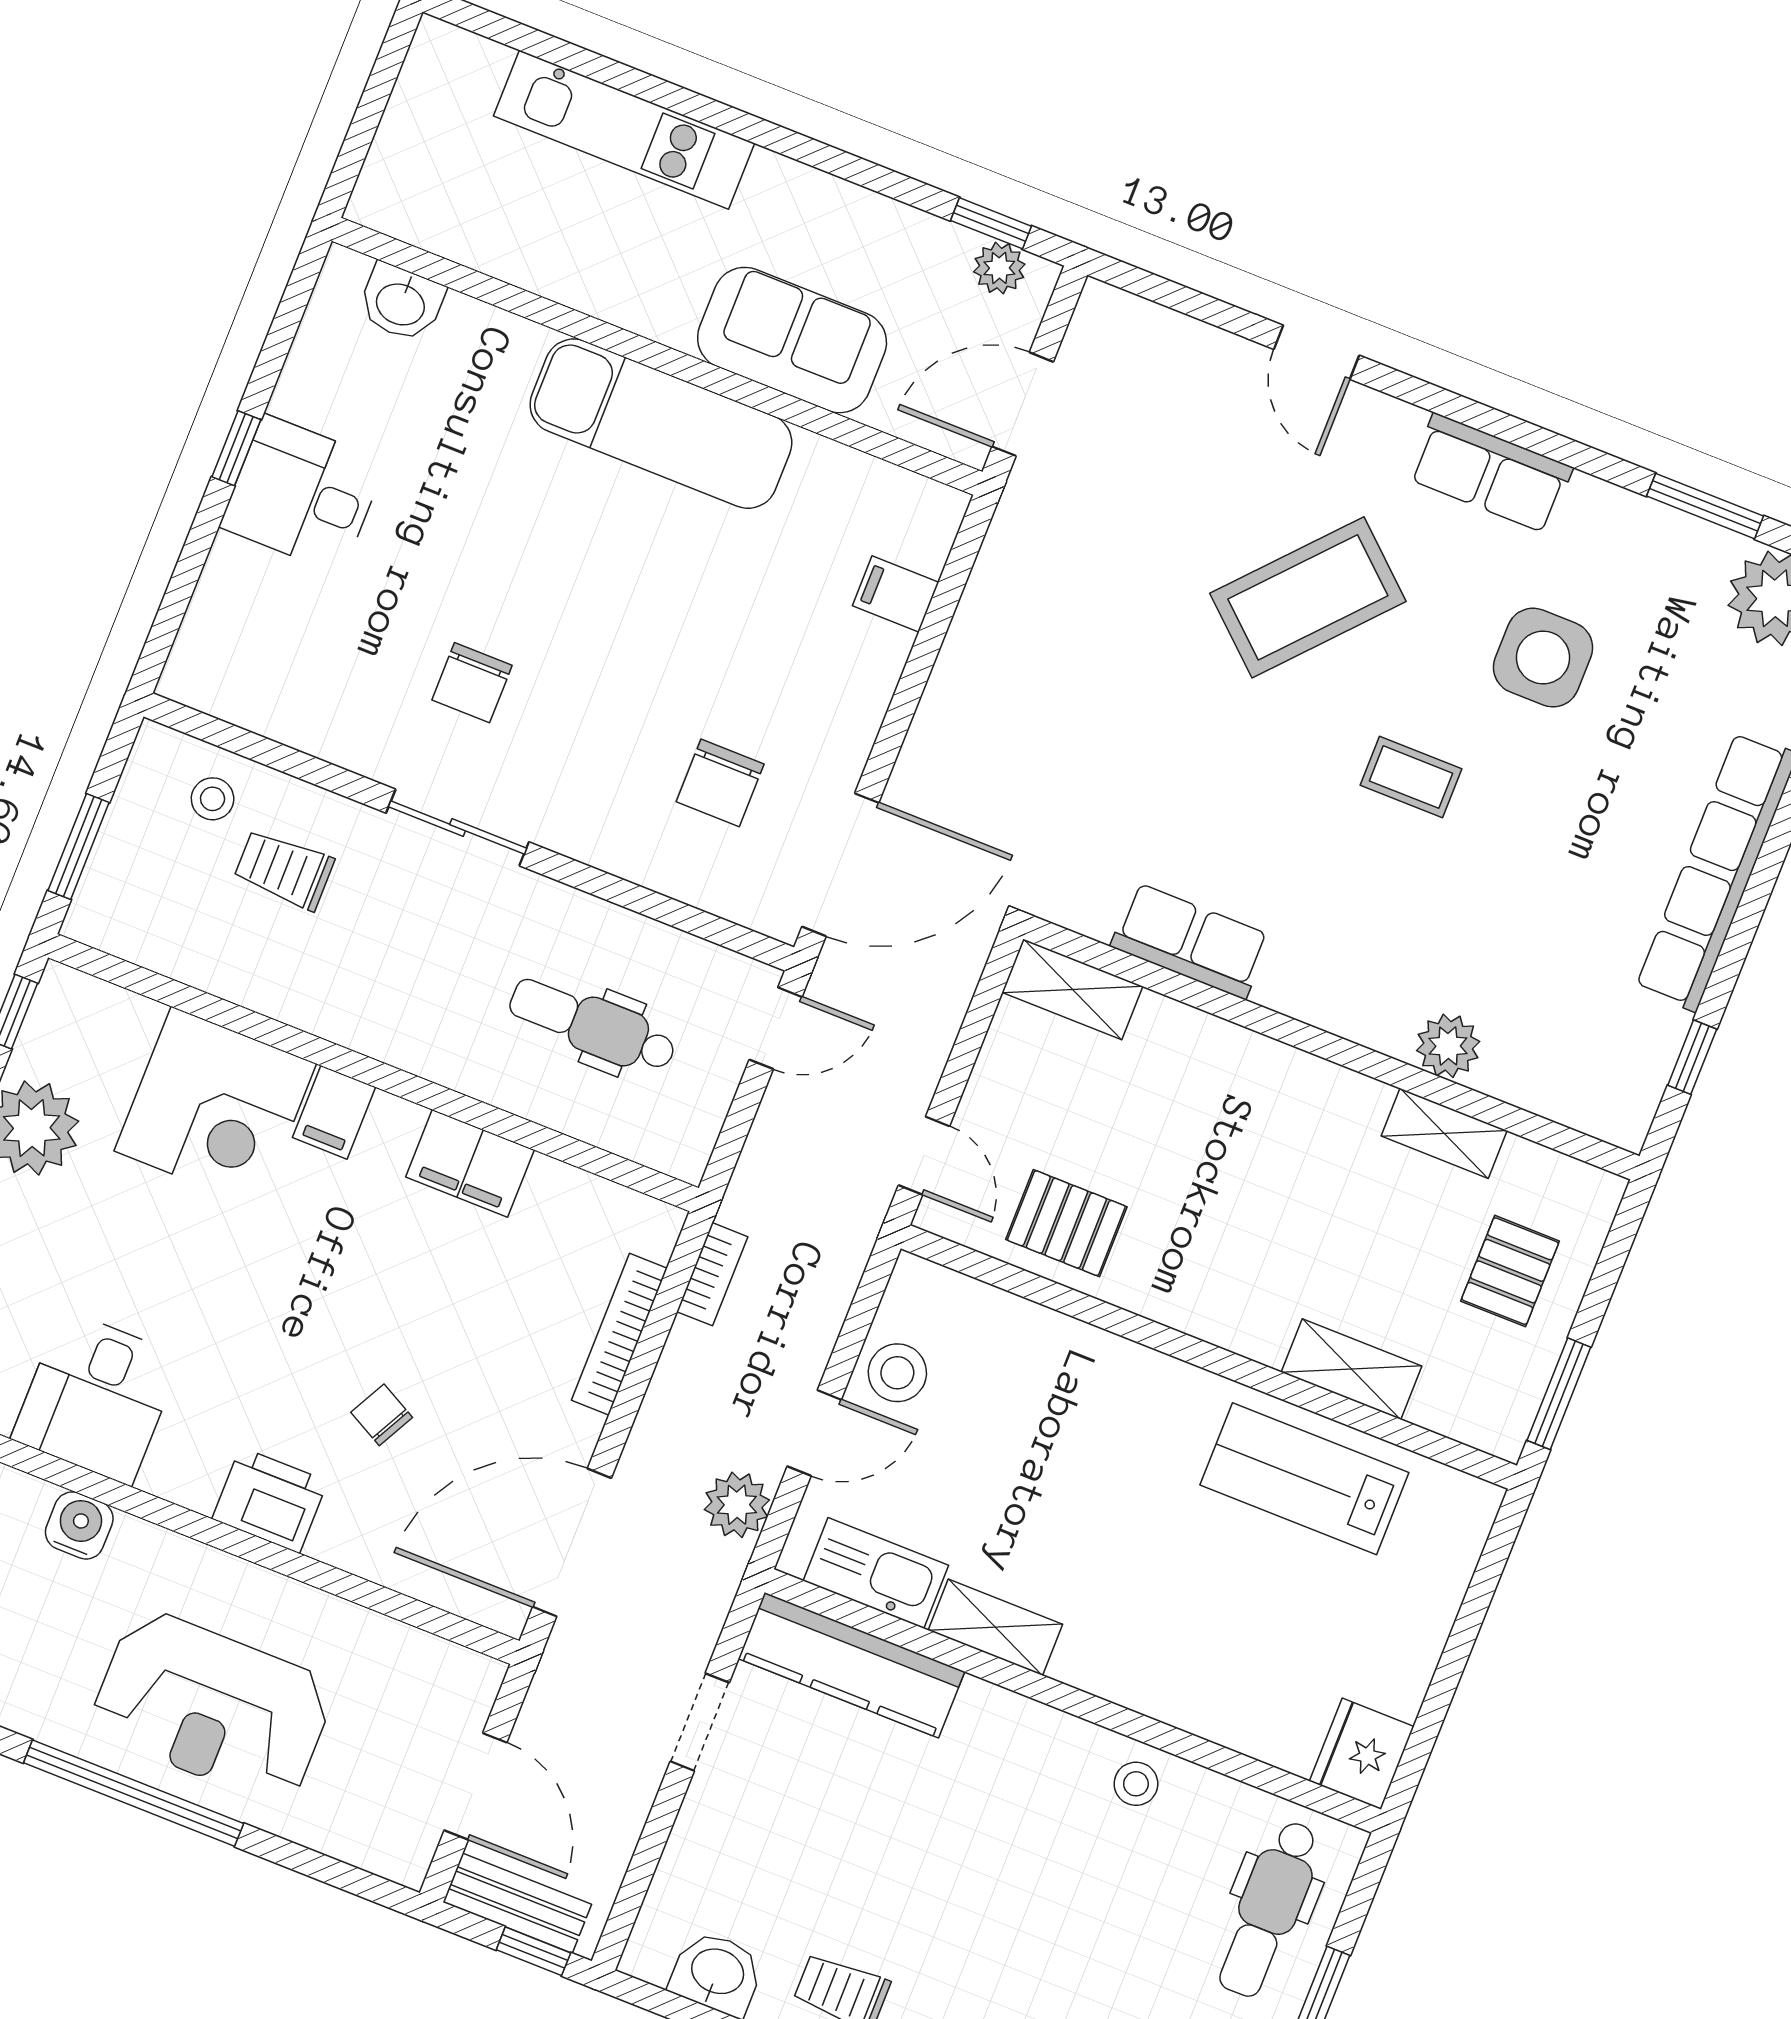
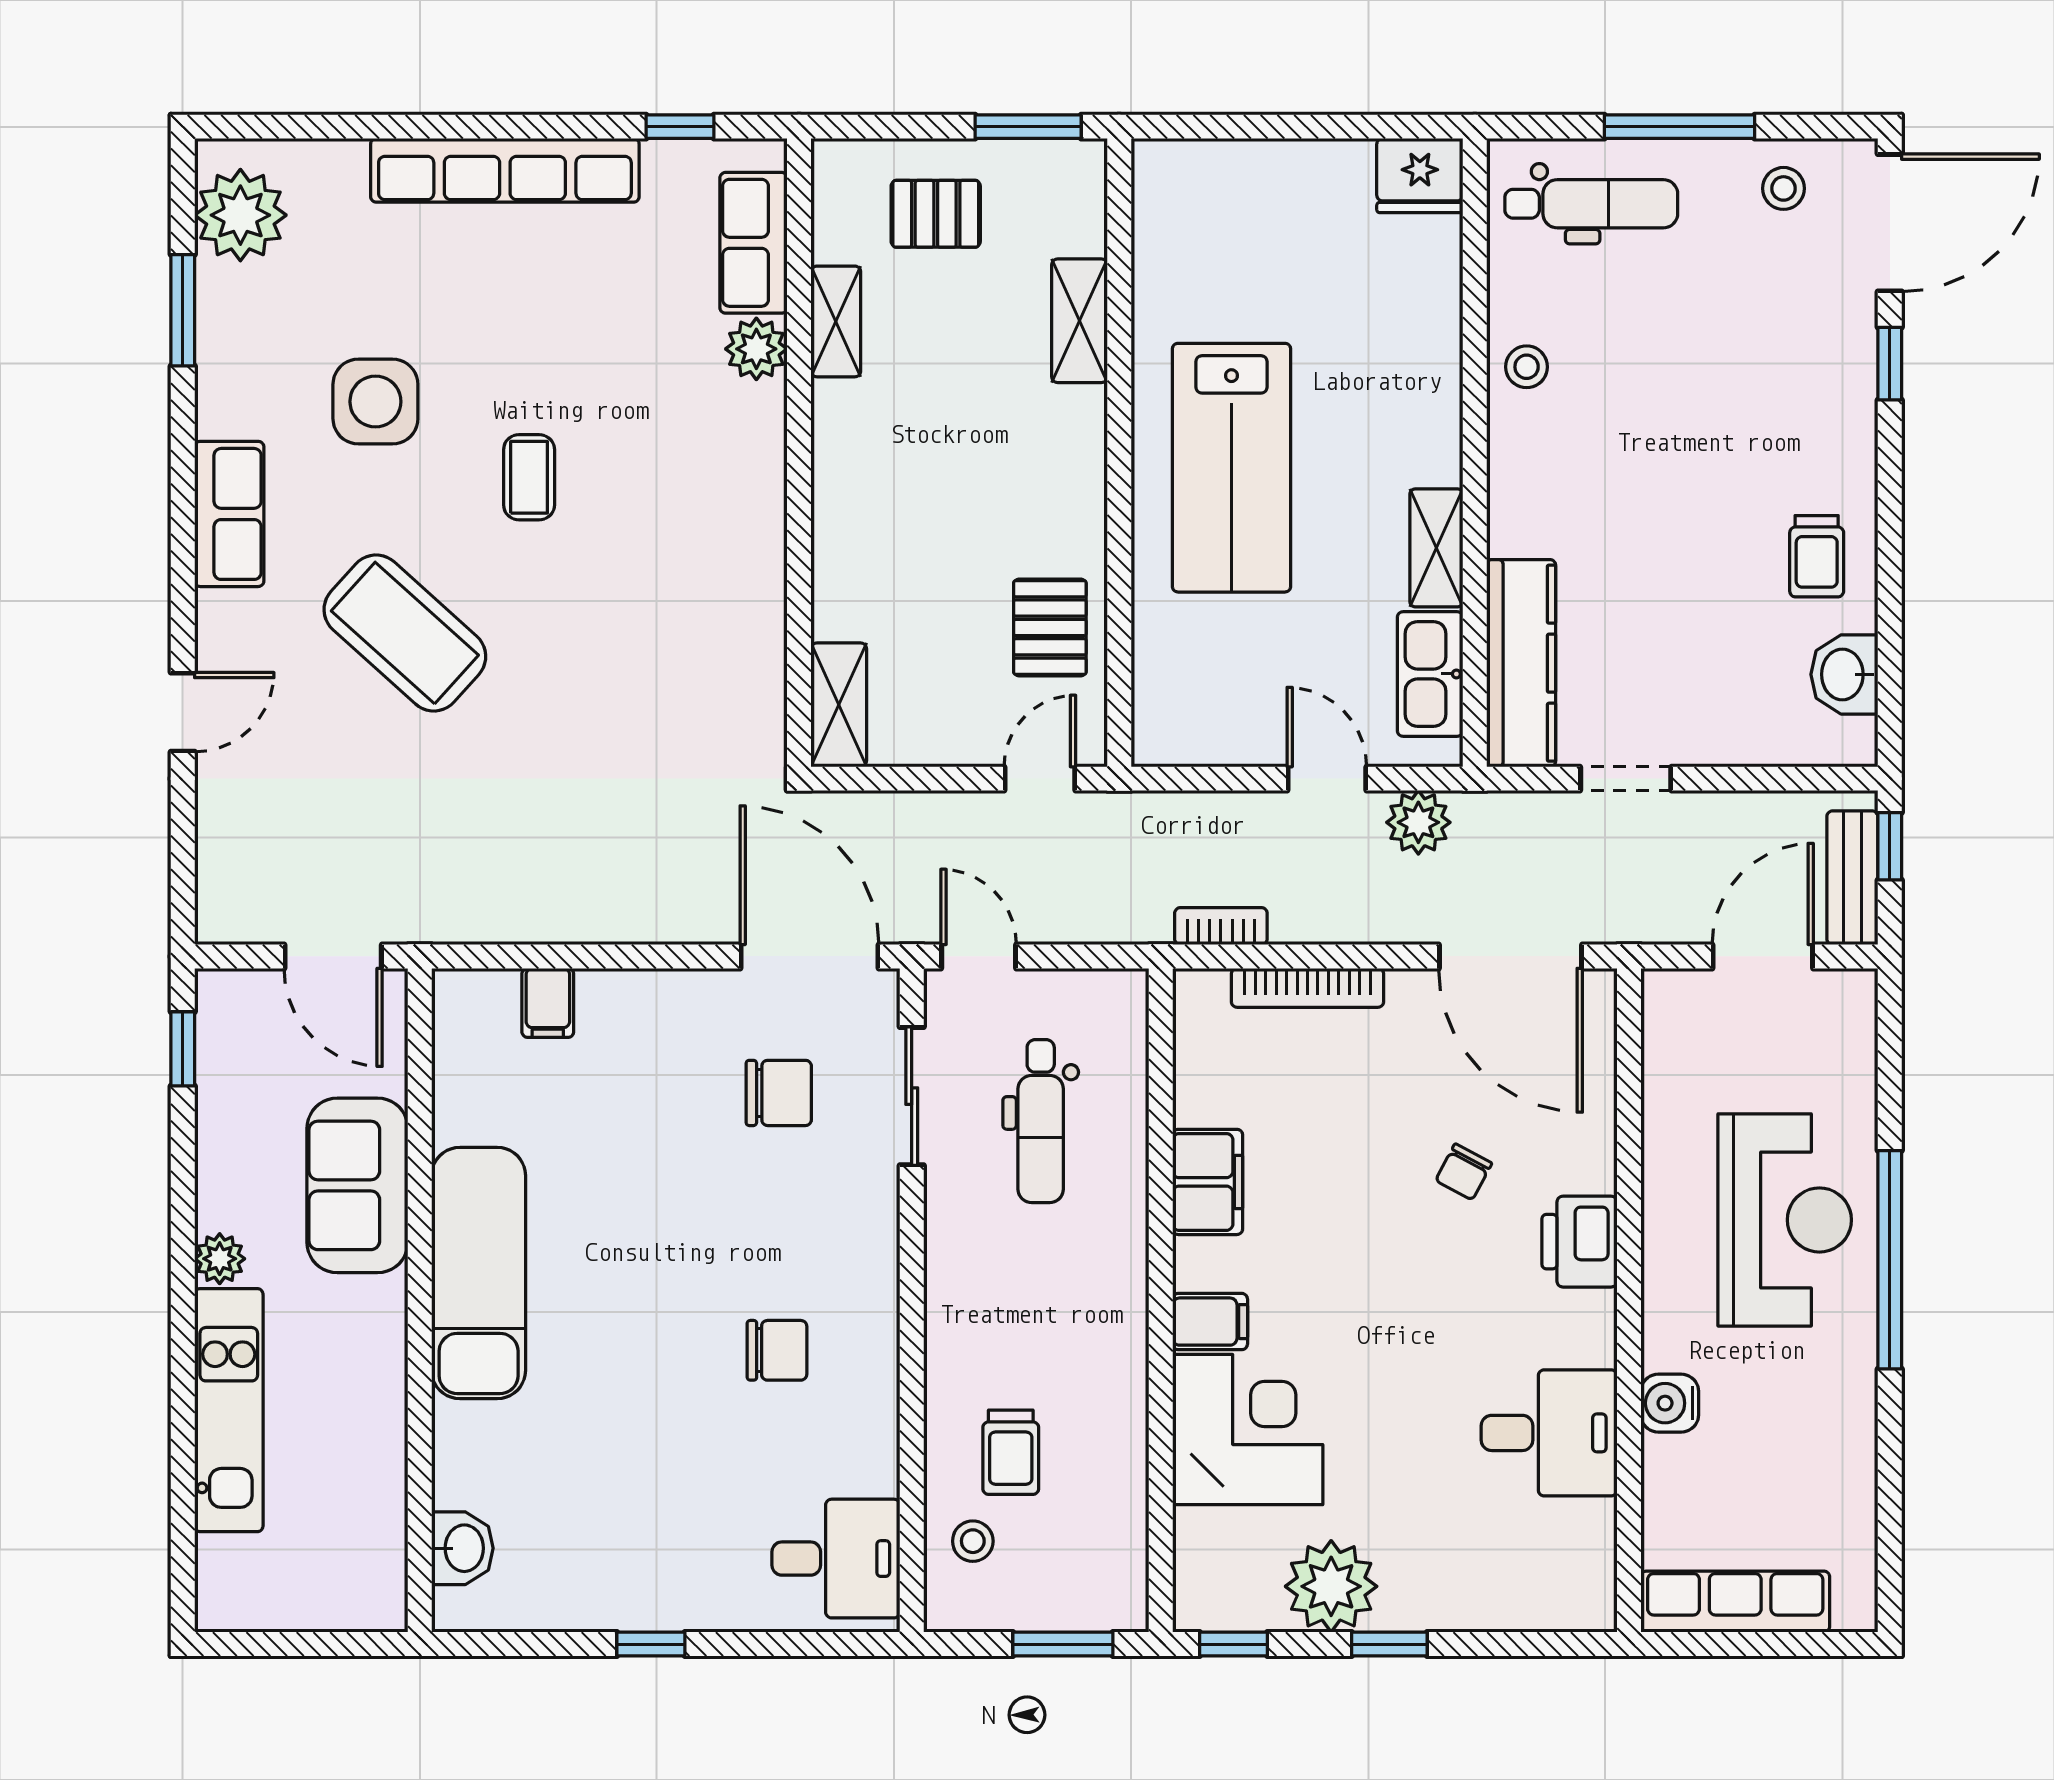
plant: (999, 268) -> (220, 1259), moved
desk: (303, 494) -> (836, 1559), moved, turned -90
sliding door: (458, 828) -> (912, 1096), moved
row of seats: (1190, 941) -> (754, 243), moved
stool: (897, 1373) -> (1244, 726), removed
lab bench: (1304, 1479) -> (1231, 468), moved, width x1.36, depth x1.39

